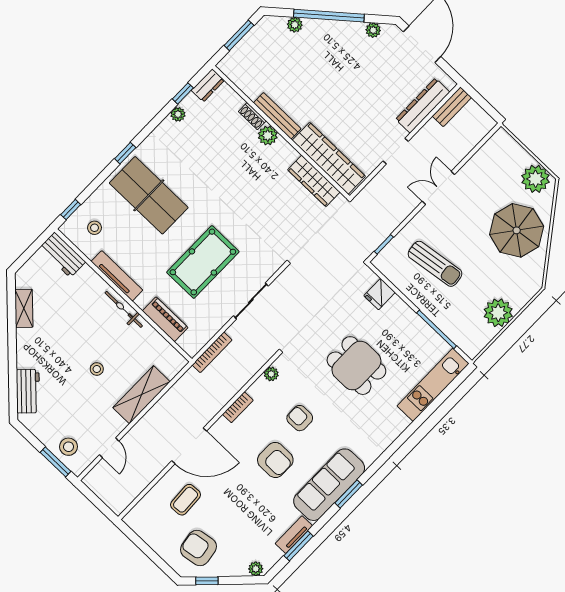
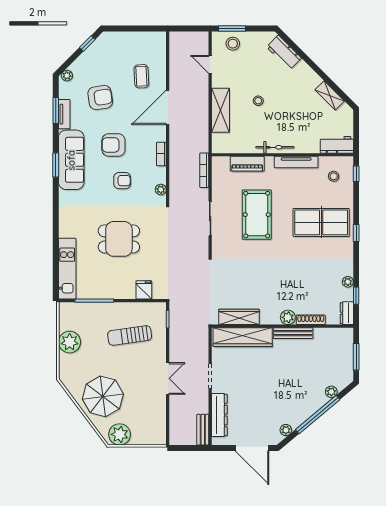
shoe rack: (252, 116) -> (311, 320), width x1.43
armchair: (198, 548) -> (100, 98), moved

